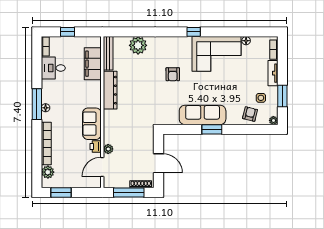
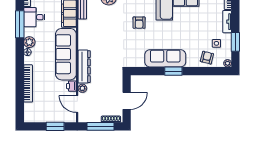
dresser: (110, 90) -> (84, 67), moved
window: (37, 104) -> (20, 24), moved
sofa: (92, 124) -> (66, 54), width x1.85, depth x1.27
door: (158, 163) -> (127, 101), hinge flipped
door: (102, 167) -> (77, 104), hinge flipped
plant: (48, 172) -> (29, 42), moved
window: (61, 192) -> (55, 126), moved

